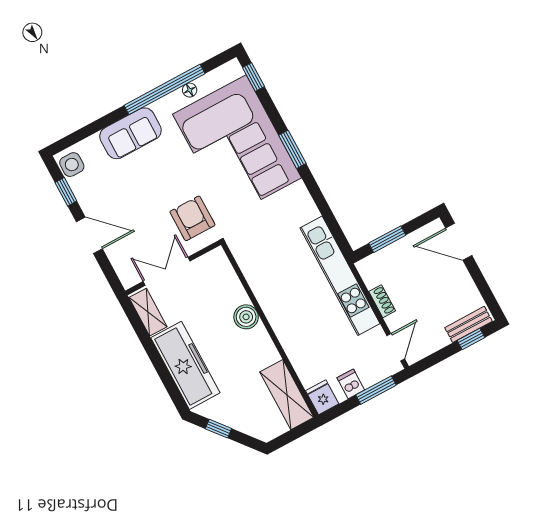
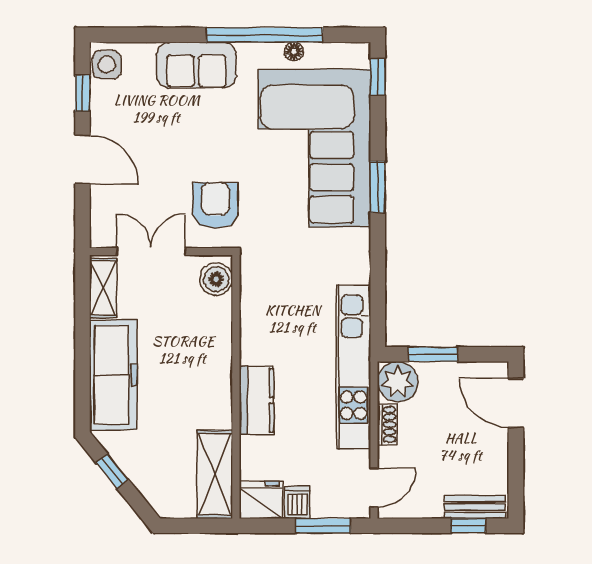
plant: (374, 270) -> (398, 382), added
boiler: (246, 317) -> (216, 279), moved
kitchen counter: (288, 331) -> (256, 400), added
fridge: (322, 397) -> (261, 500), width x1.38

